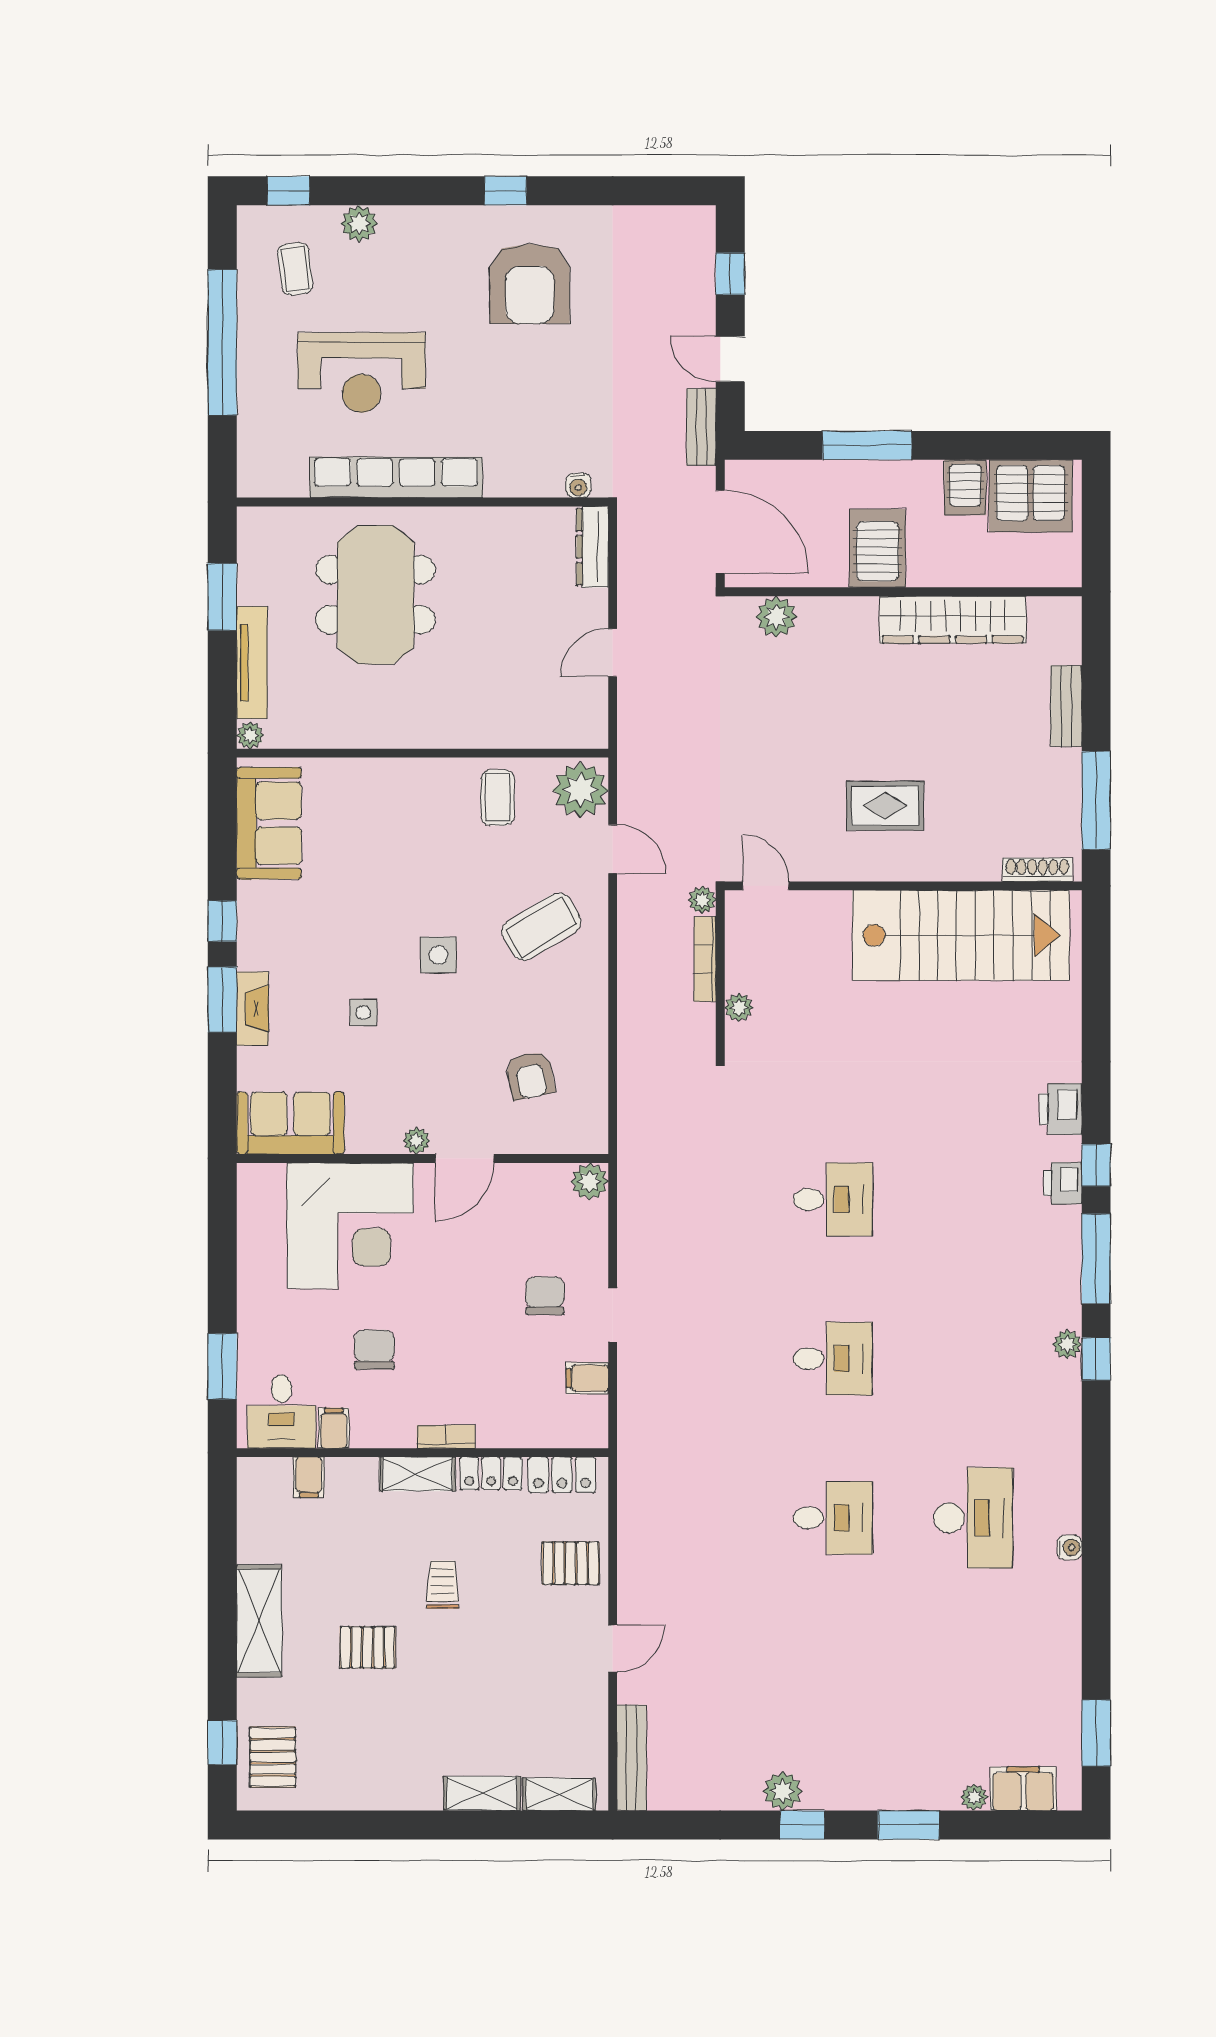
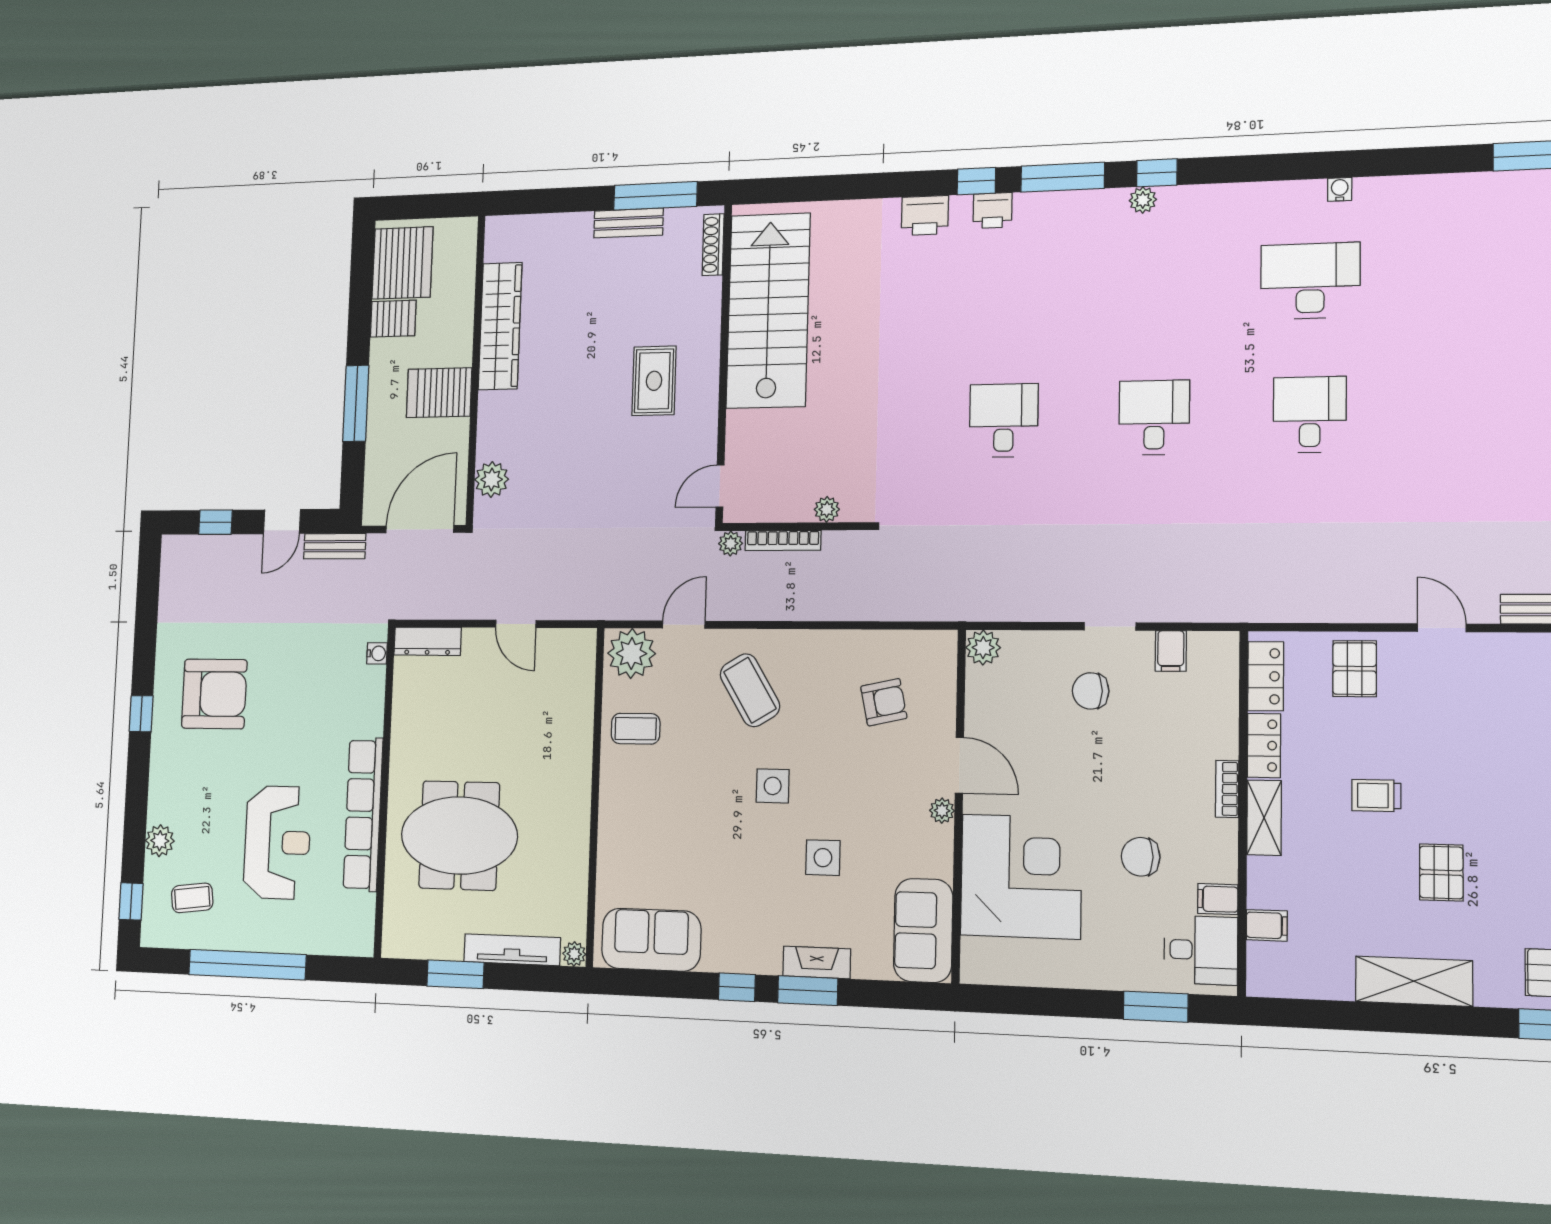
bench: (1066, 706) -> (628, 223), moved
side table: (363, 1013) -> (823, 858), width x1.37, depth x1.37

